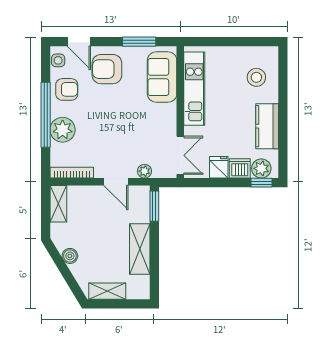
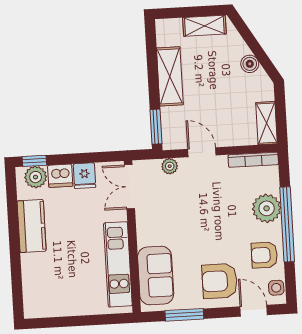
armchair: (107, 69) -> (220, 281), turned 180
stool: (256, 77) -> (47, 281), removed

